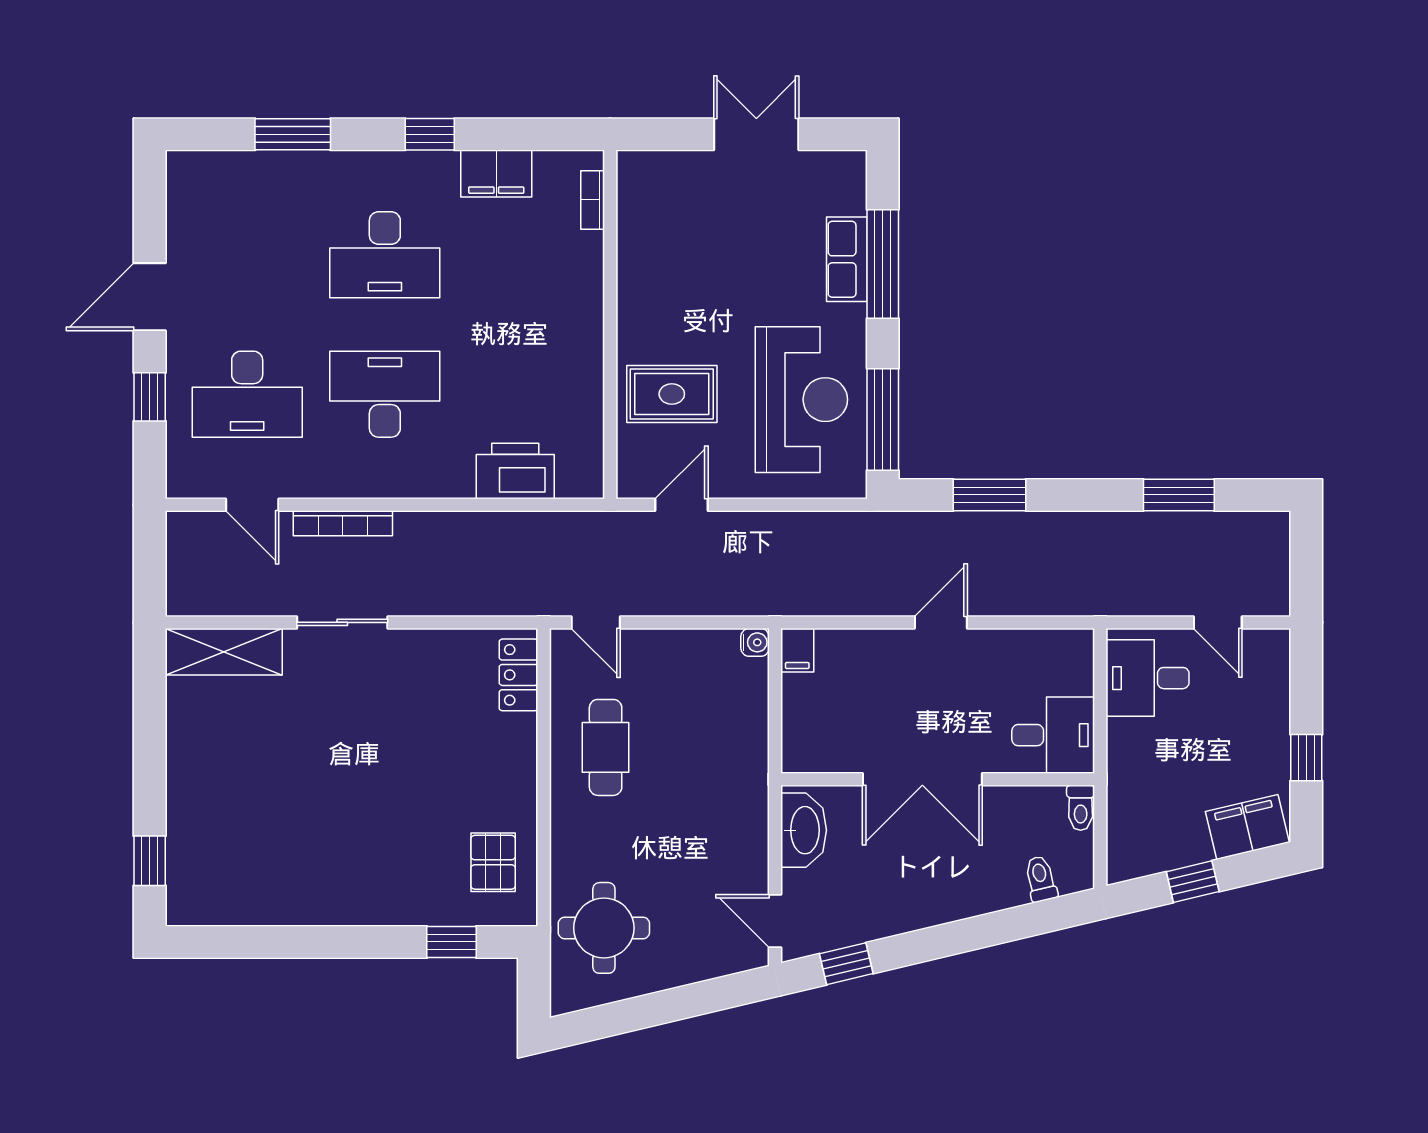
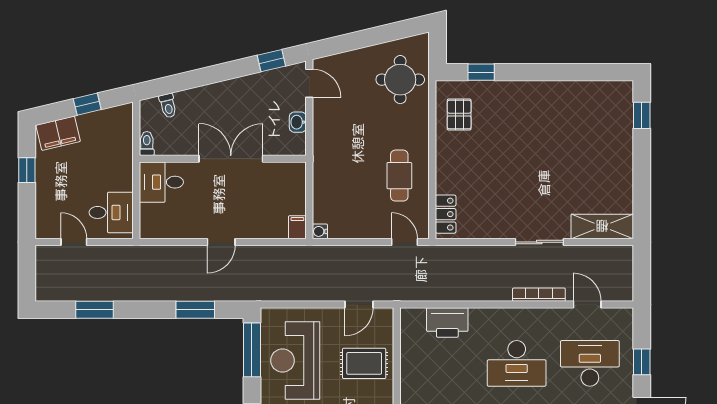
washbasin: (804, 830) -> (298, 122), width x0.52, depth x0.69

